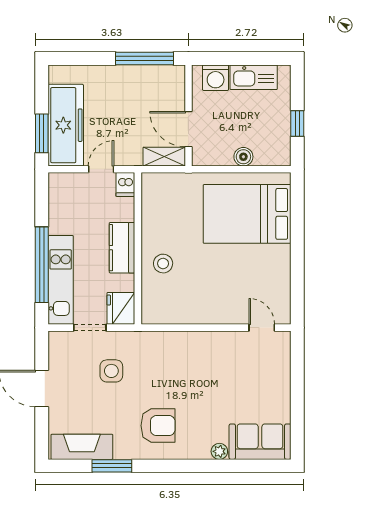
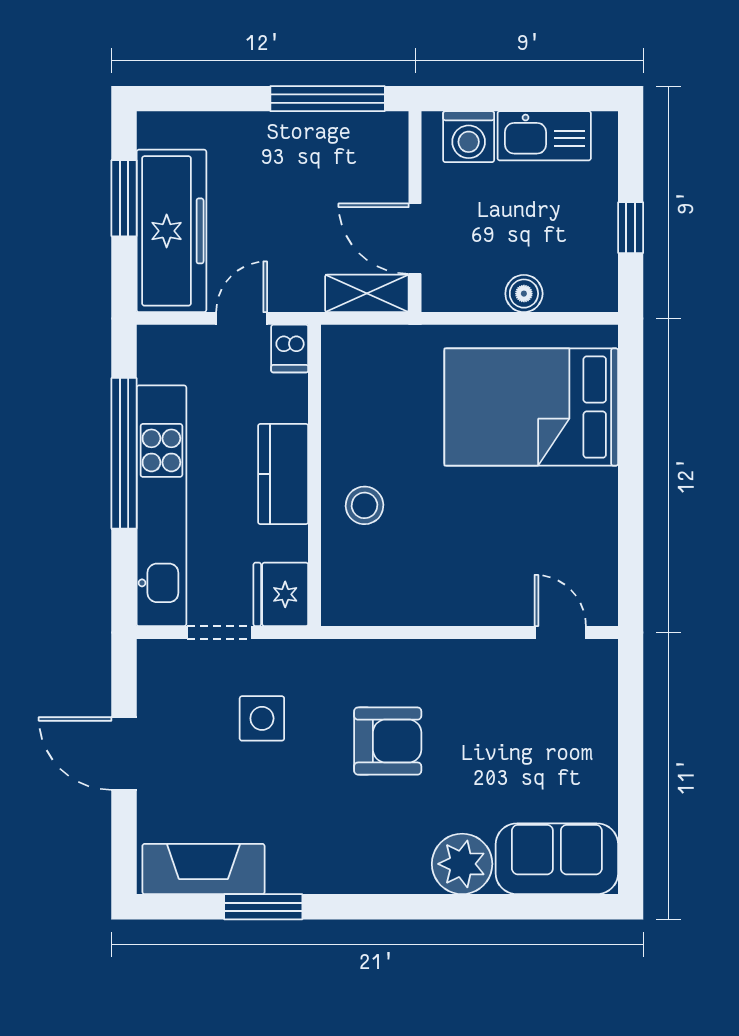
window: (42, 133) -> (124, 198), moved
window: (42, 265) -> (124, 453), moved
kitchen unit: (61, 280) -> (161, 506), width x1.36
armchair: (158, 426) -> (388, 741), moved
plant: (219, 451) -> (462, 864), width x1.88, depth x1.88

